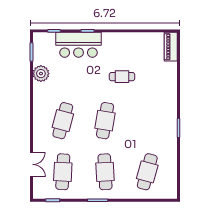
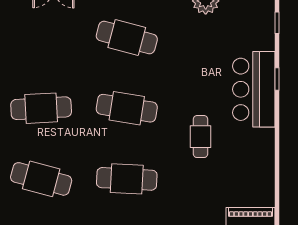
bar counter: (79, 45) -> (254, 89), moved
cafe table: (63, 172) -> (127, 179), moved

